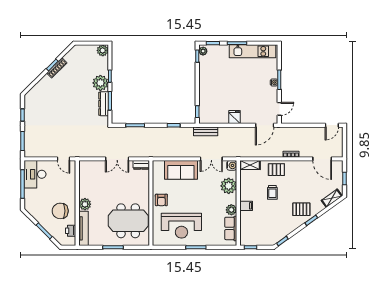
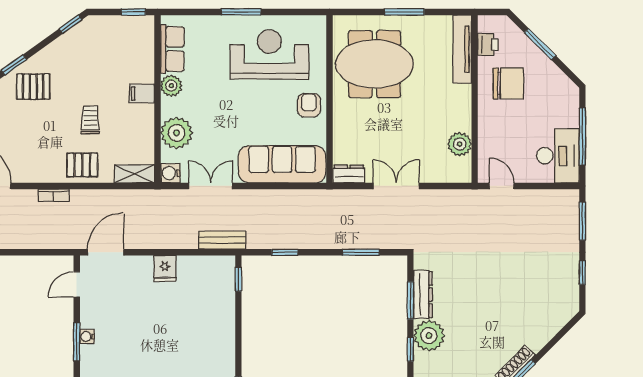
sofa: (181, 170) -> (282, 164), width x1.36
plant: (85, 204) -> (460, 144), moved

